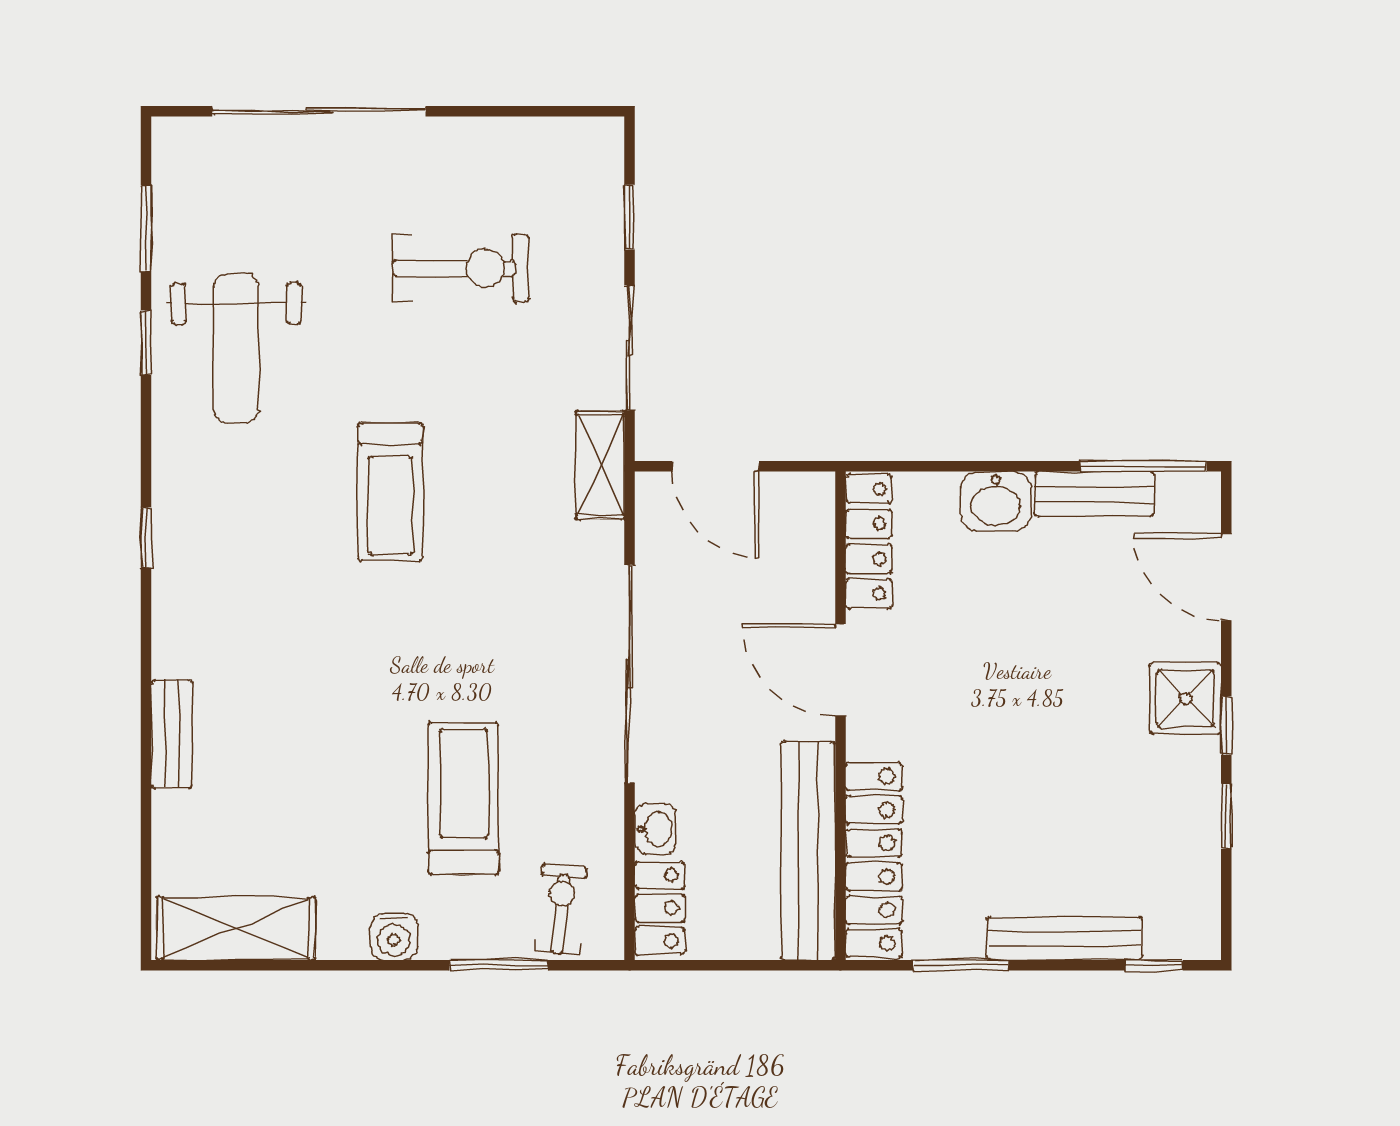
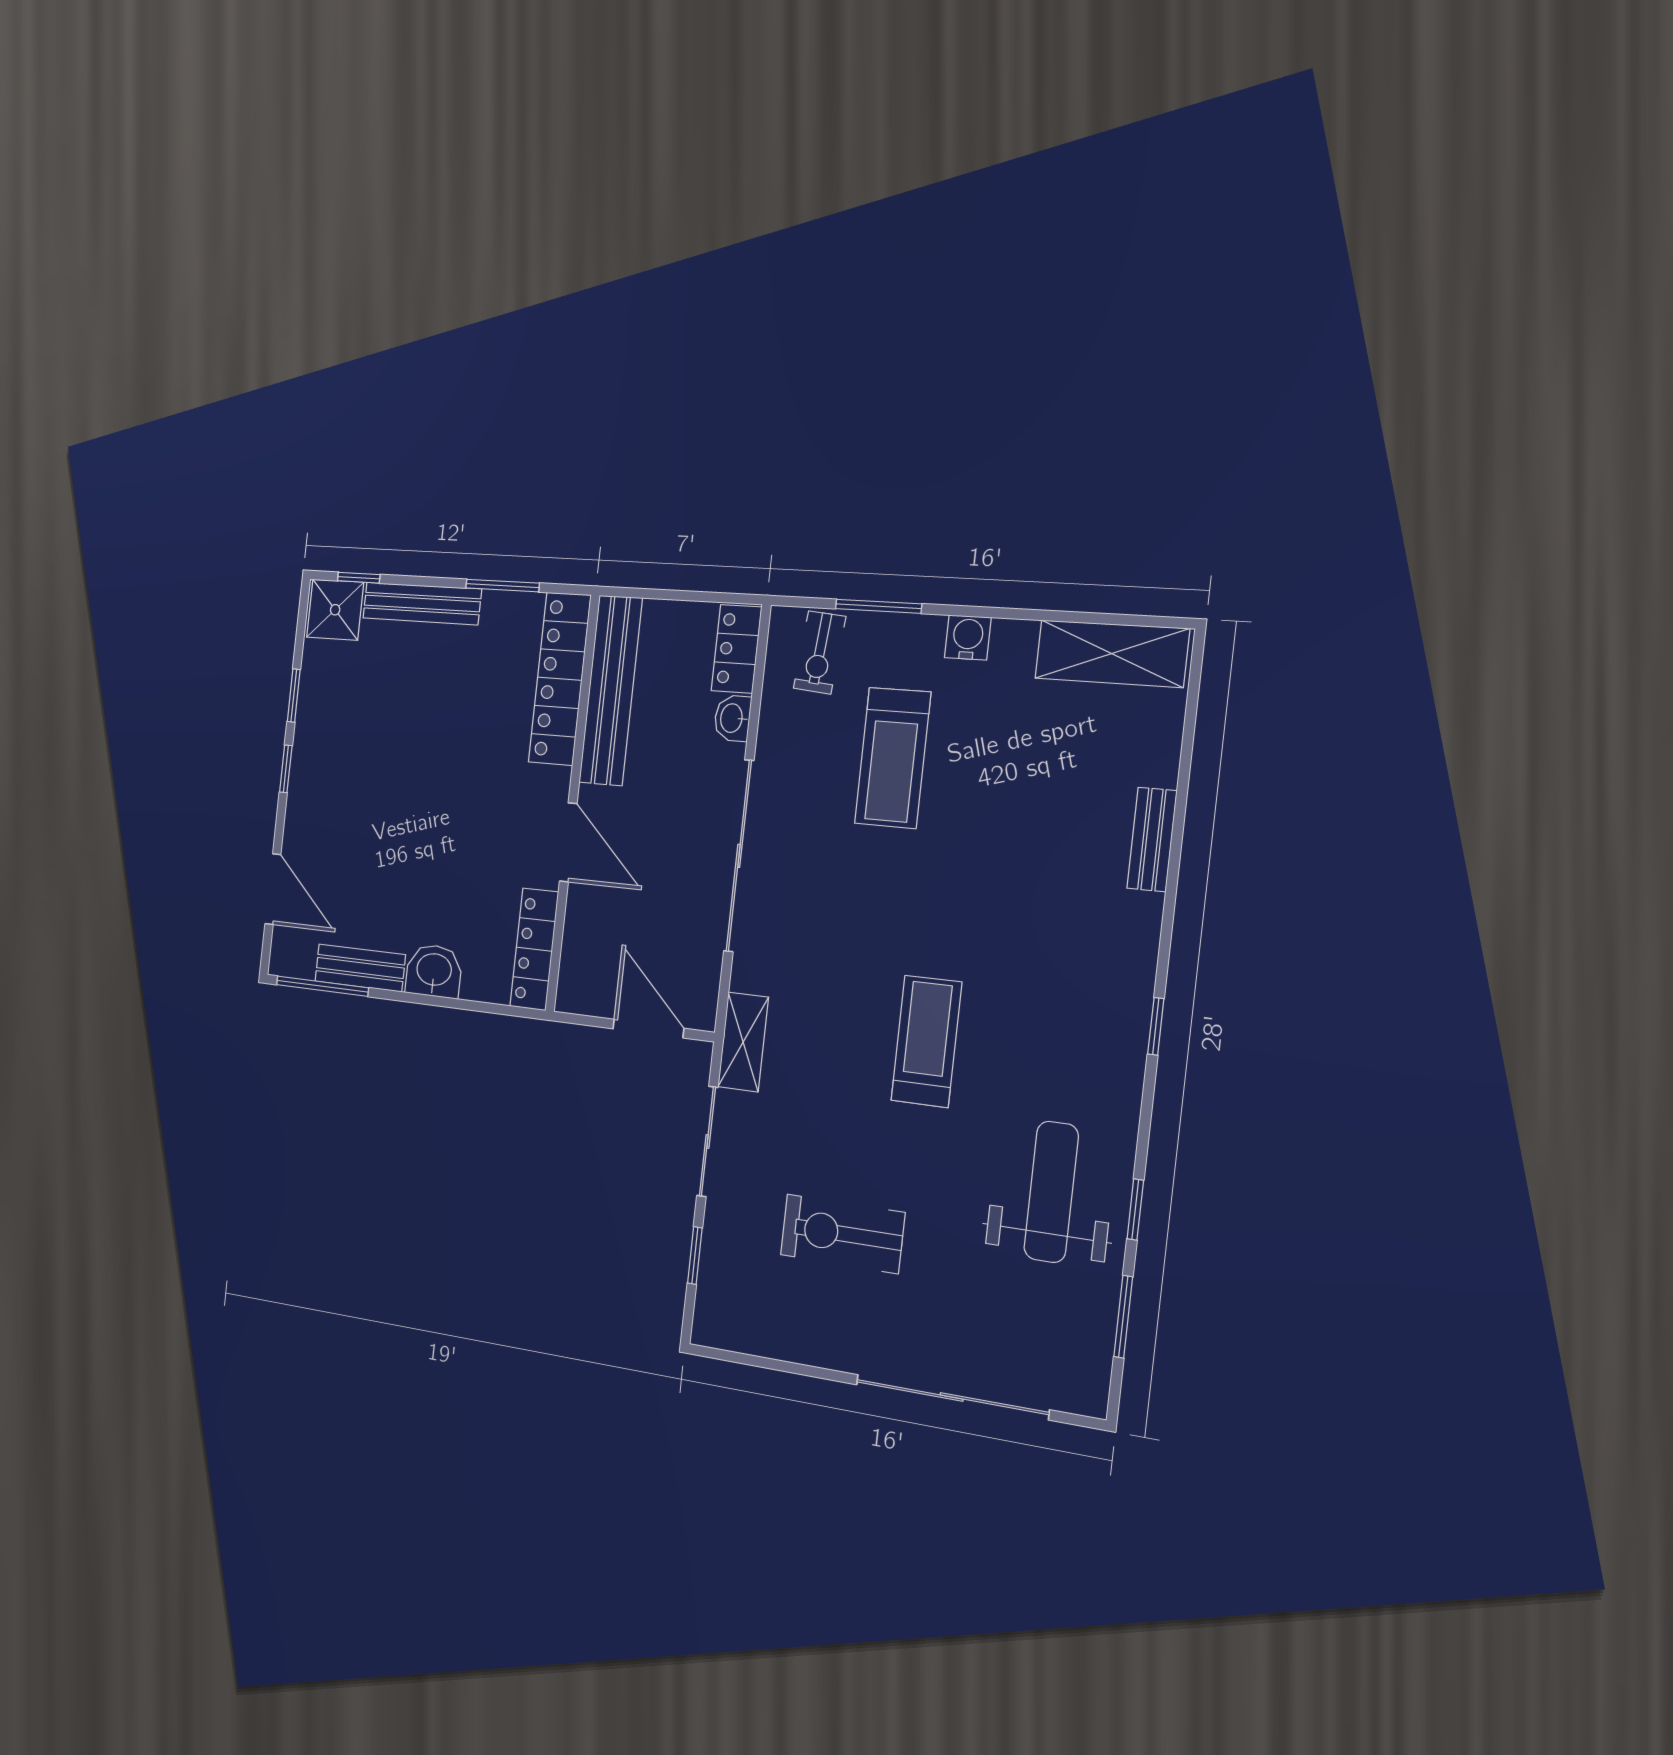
shower: (1186, 698) -> (335, 610), moved

